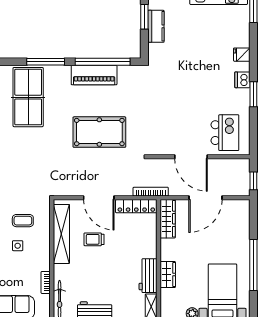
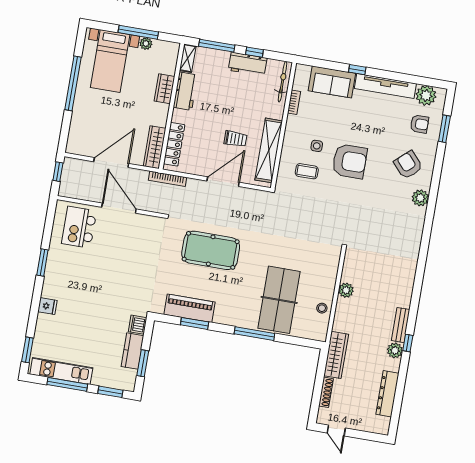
window: (103, 62) -> (195, 323), width x0.47
piano: (94, 75) -> (189, 308), moved
dishwasher: (242, 80) -> (138, 325), moved, turned 180
door: (99, 198) -> (223, 182), hinge flipped
locker: (136, 206) -> (174, 144), moved, turned 90

